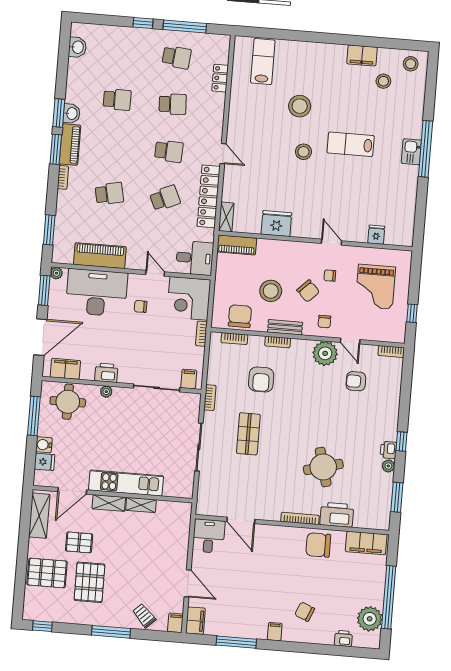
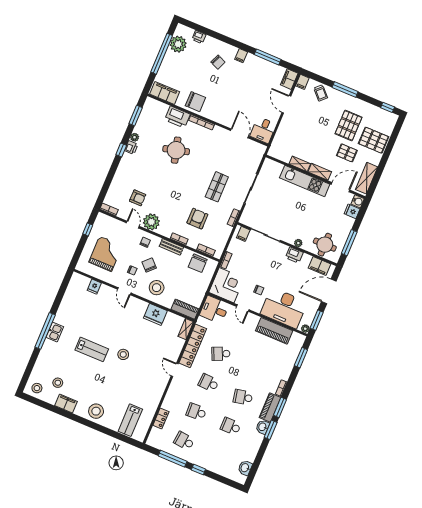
stool: (300, 106) -> (96, 411), moved
school desk: (109, 194) -> (243, 397), moved
stool: (271, 291) -> (157, 288), moved
water cooler: (44, 445) -> (358, 201), moved

